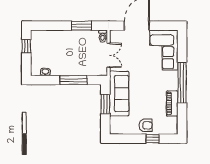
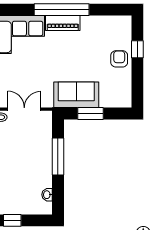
sofa: (119, 94) -> (76, 95), width x0.73
piano: (172, 103) -> (63, 23), moved

